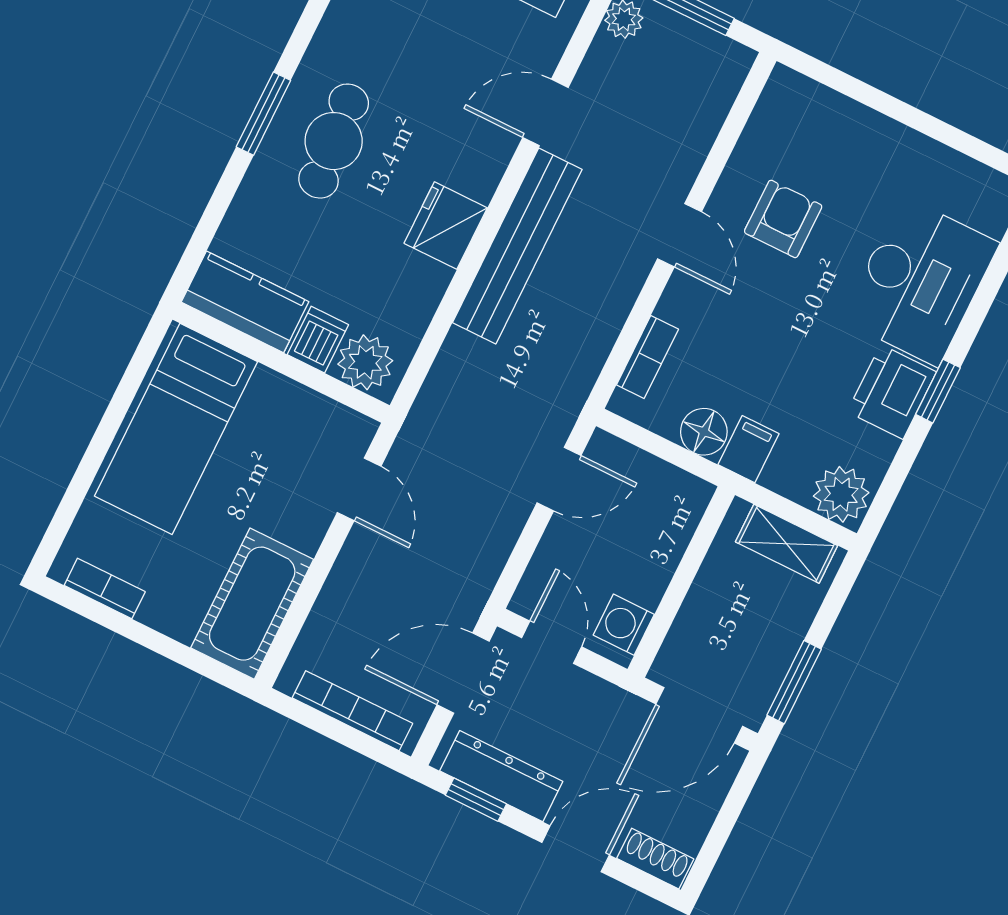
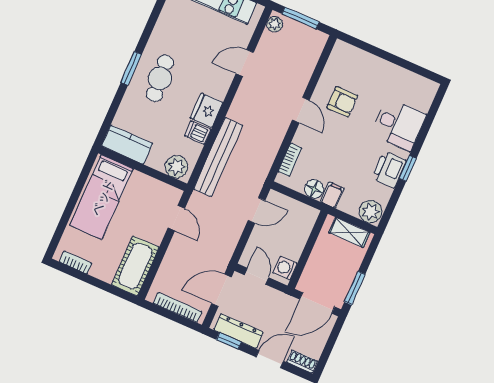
armchair: (783, 219) -> (342, 102), turned 90
bench: (517, 246) -> (218, 157), moved
desk: (920, 281) -> (399, 124), width x0.73
dishwasher: (318, 340) -> (198, 133), moved, turned -90

